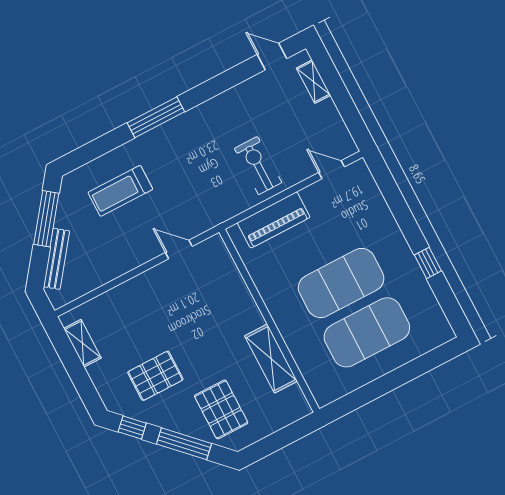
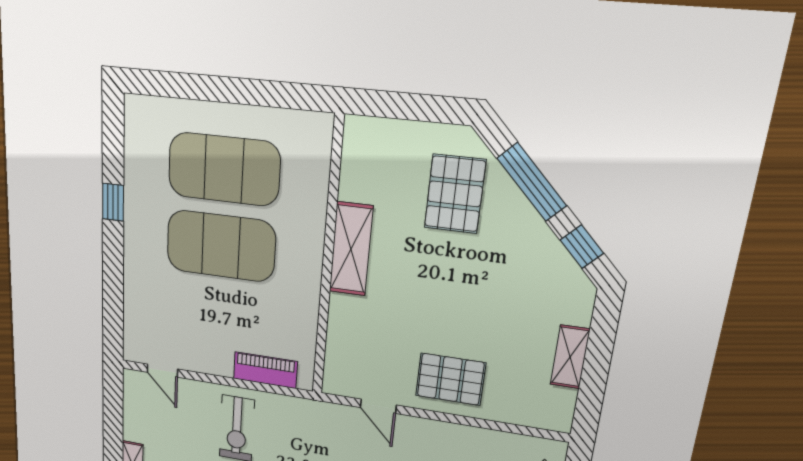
piano: (274, 220) -> (265, 370), width x0.73, depth x0.75
shelving: (82, 343) -> (570, 357), moved
shelving: (271, 359) -> (351, 249), moved
pallet: (155, 376) -> (450, 379), moved

